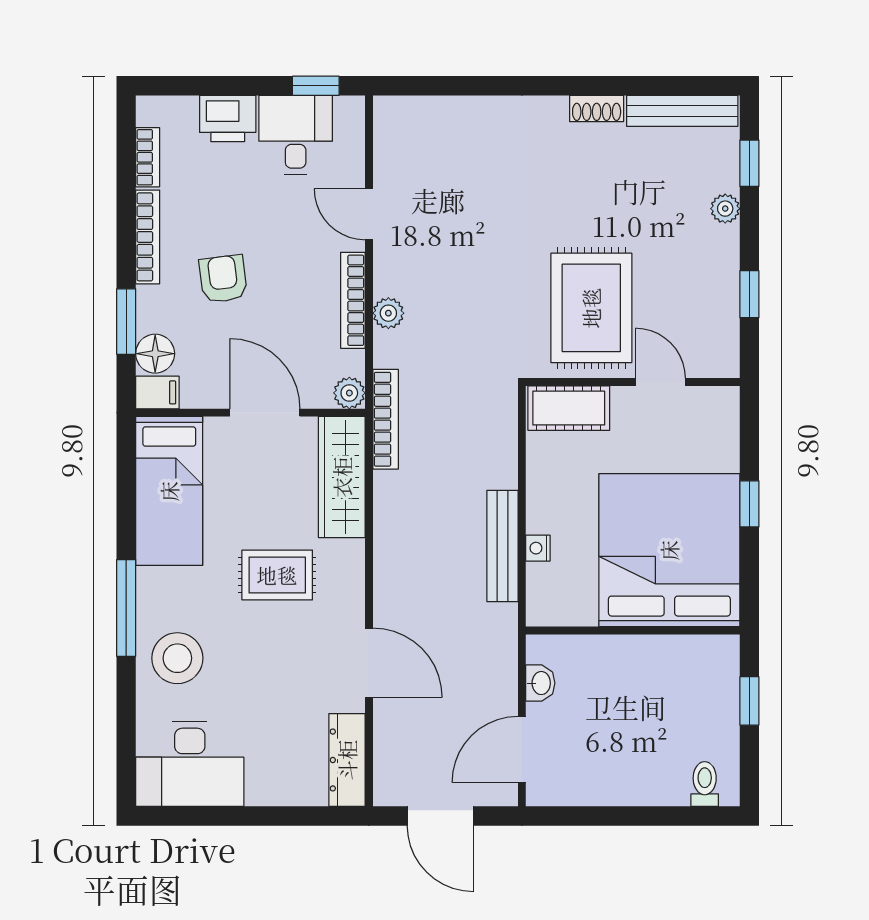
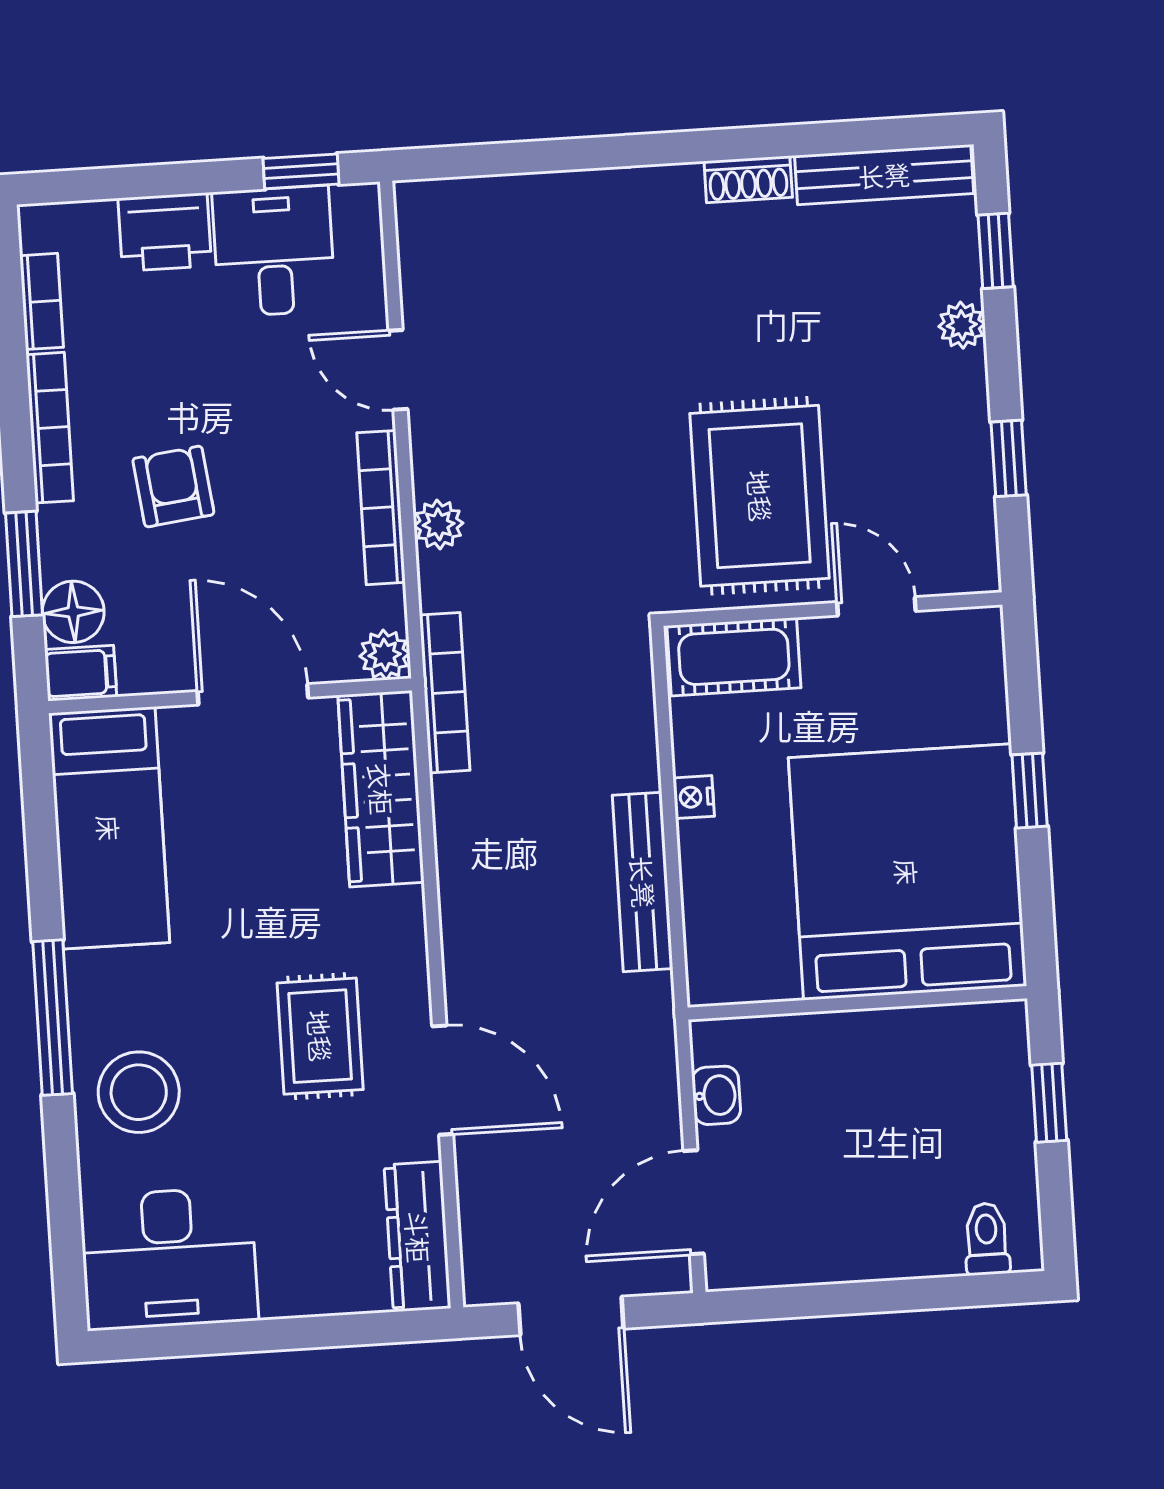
nightstand: (538, 548) -> (694, 797), moved
rug: (277, 575) -> (320, 1036), moved, turned 90

